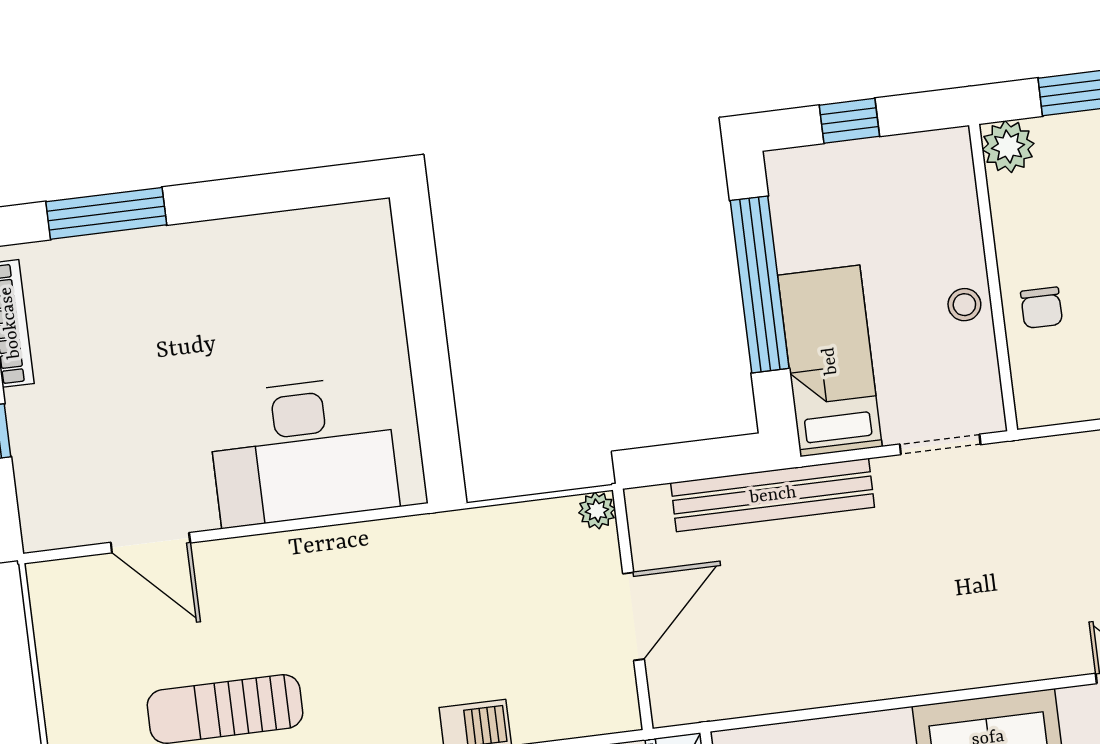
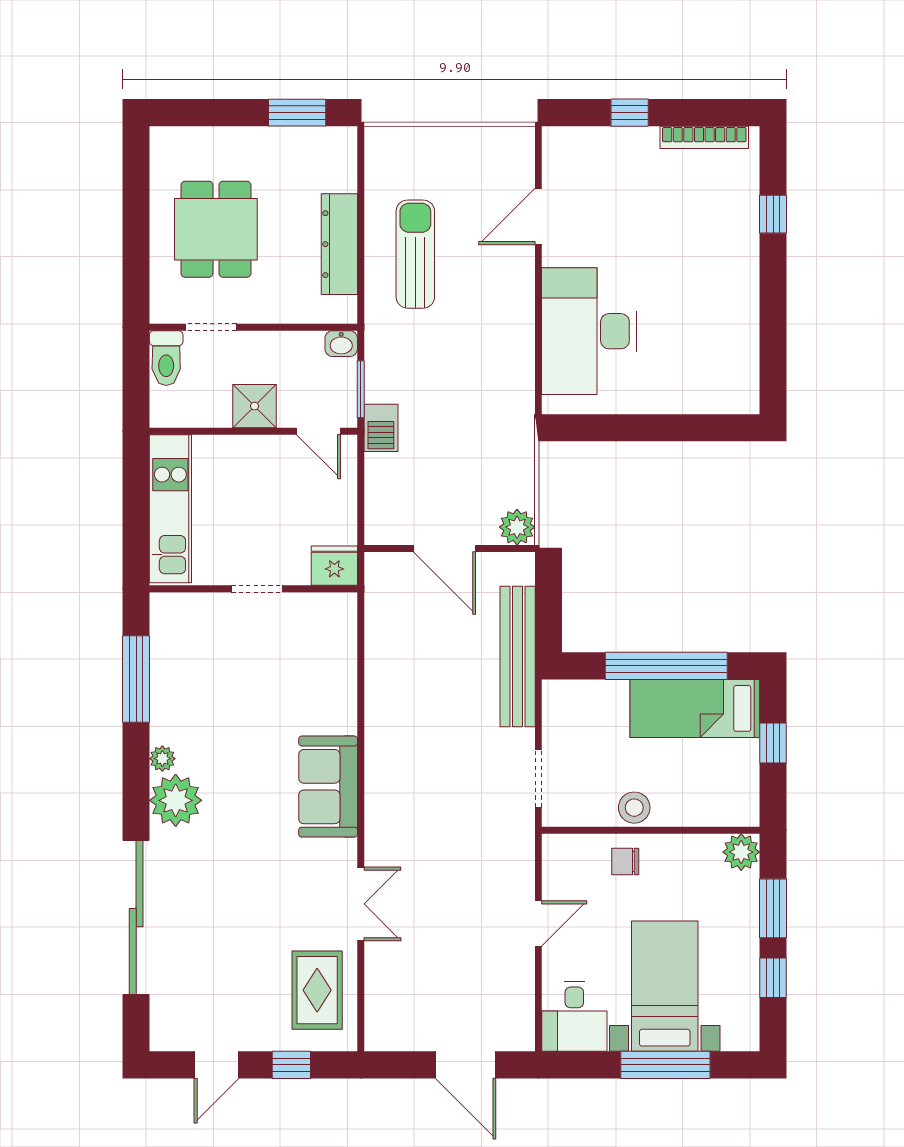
window: (106, 213) -> (773, 214), width x0.46
stool: (964, 305) -> (634, 808), width x1.37, depth x1.37
bed: (830, 361) -> (695, 708), moved, turned 180
plant: (597, 511) -> (517, 527), width x1.38, depth x1.38

